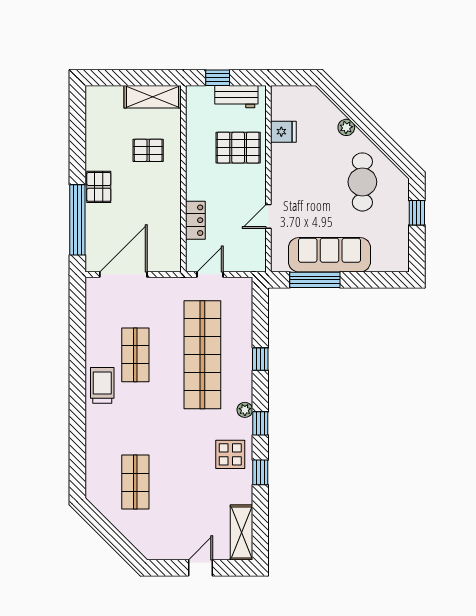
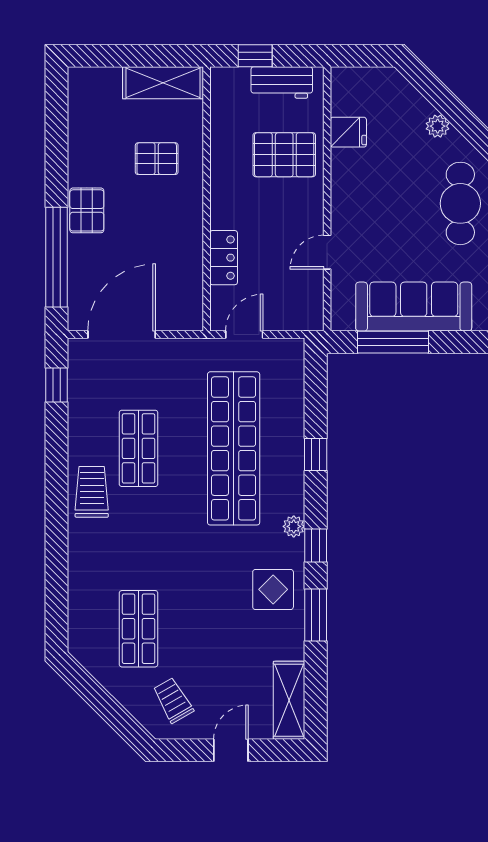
window: (77, 310) -> (57, 385), added
window: (260, 472) -> (316, 615), width x1.50
trolley: (160, 533) -> (173, 700), added

